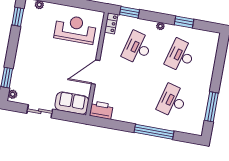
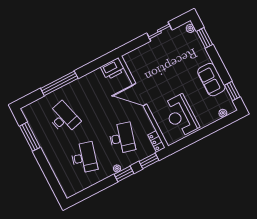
window: (184, 22) -> (124, 174), moved
reception desk: (75, 29) -> (181, 116), turned 90
door: (96, 72) -> (140, 95), swing flipped
desk: (172, 101) -> (63, 118), turned -30
sofa: (72, 103) -> (211, 80), moved, turned 90

